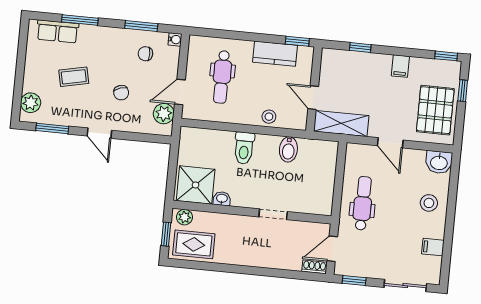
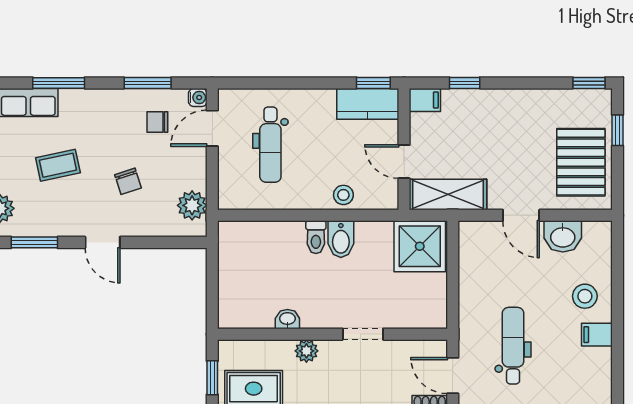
kitchen counter: (275, 54) -> (368, 104), moved
filing cabinet: (400, 66) -> (425, 100), moved, turned -90
door: (180, 92) -> (212, 128), moved
toilet: (244, 148) -> (316, 237), width x0.73, depth x0.72
bidet: (288, 149) -> (341, 239), moved
washbasin: (439, 162) -> (563, 236), moved
shower: (196, 185) -> (420, 246), moved
dental chair: (363, 203) -> (513, 346), moved
plant: (184, 217) -> (306, 351), moved
filing cabinet: (433, 247) -> (597, 335), moved
door: (332, 249) -> (453, 376), hinge flipped

